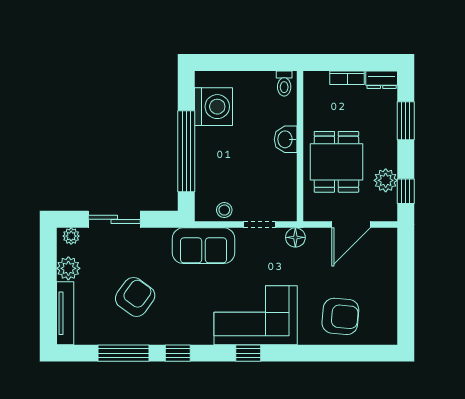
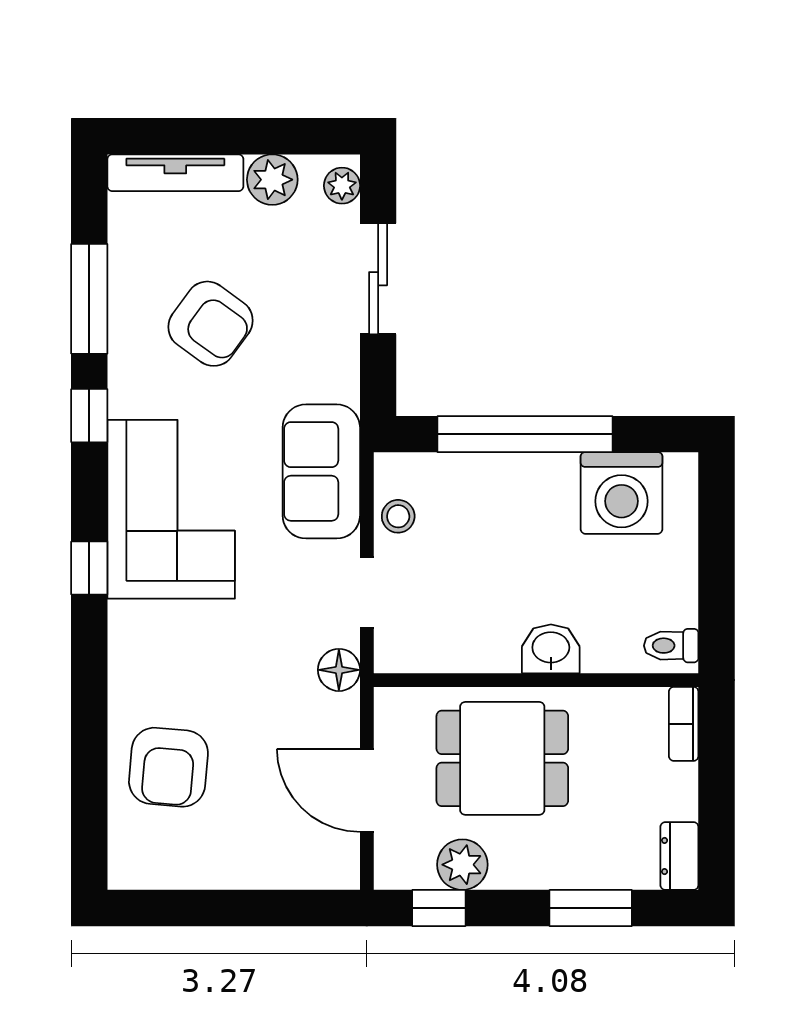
bookcase: (347, 78) -> (684, 724), moved
corner sofa: (256, 315) -> (171, 509), moved

